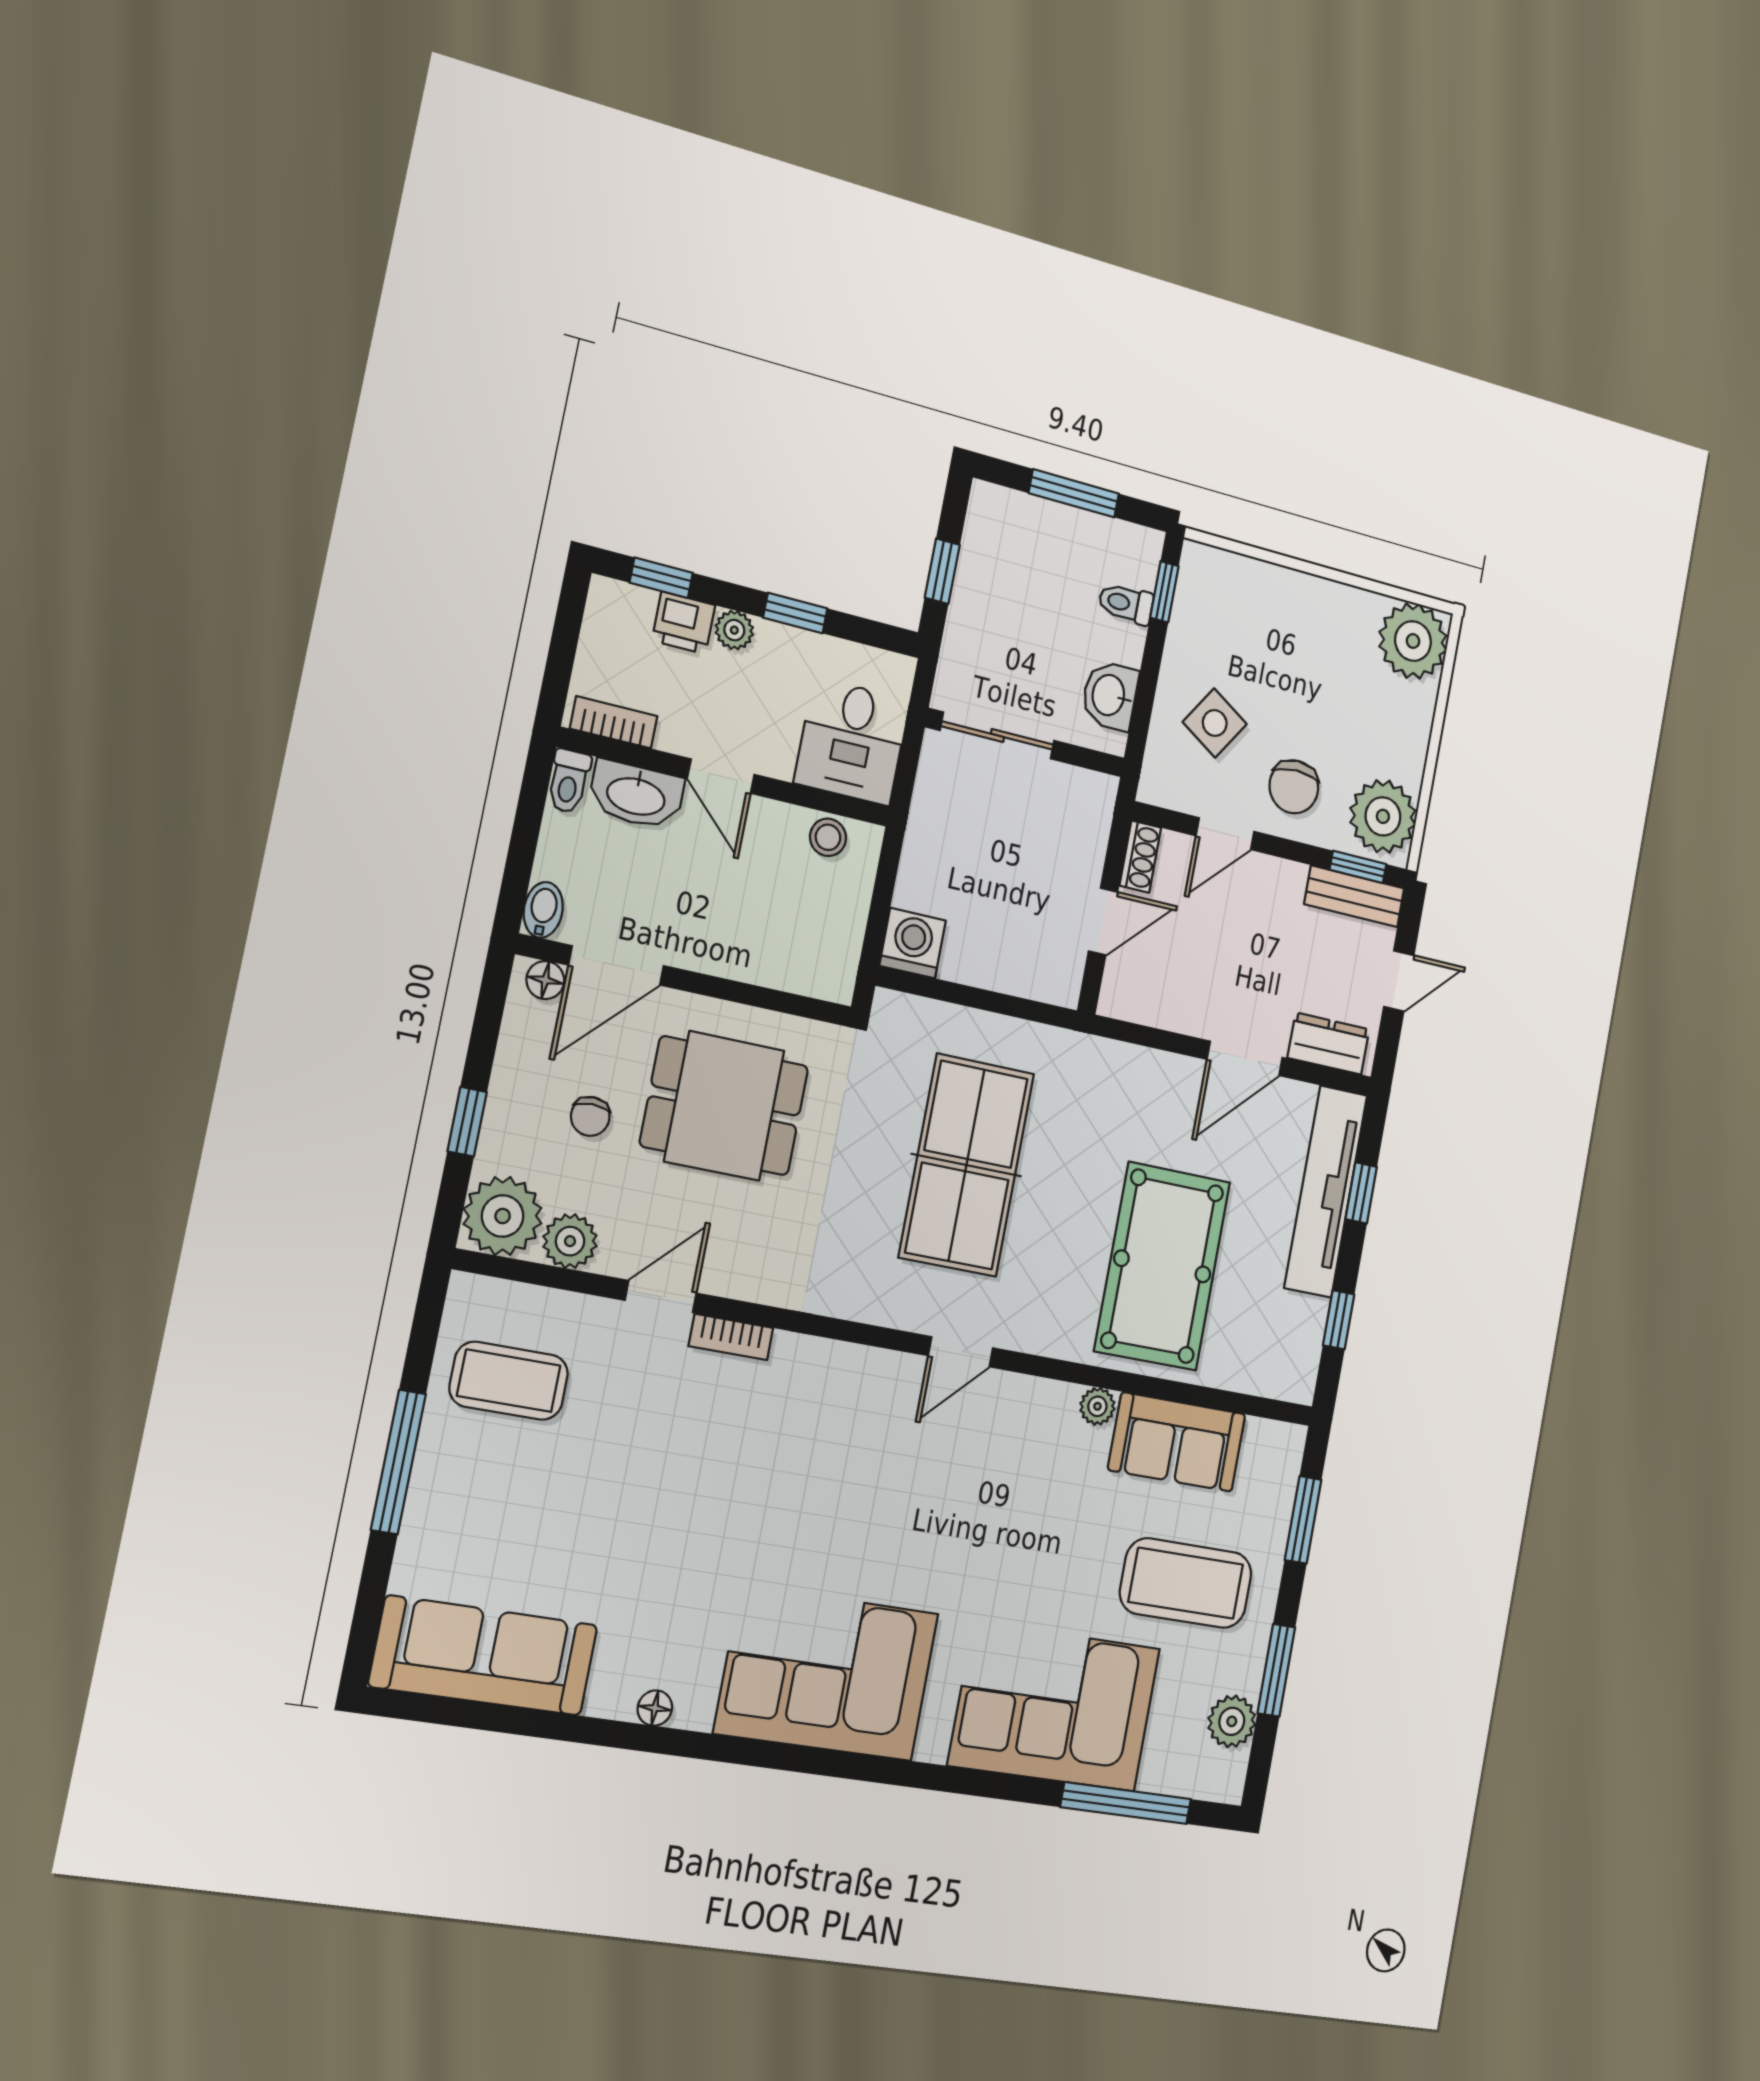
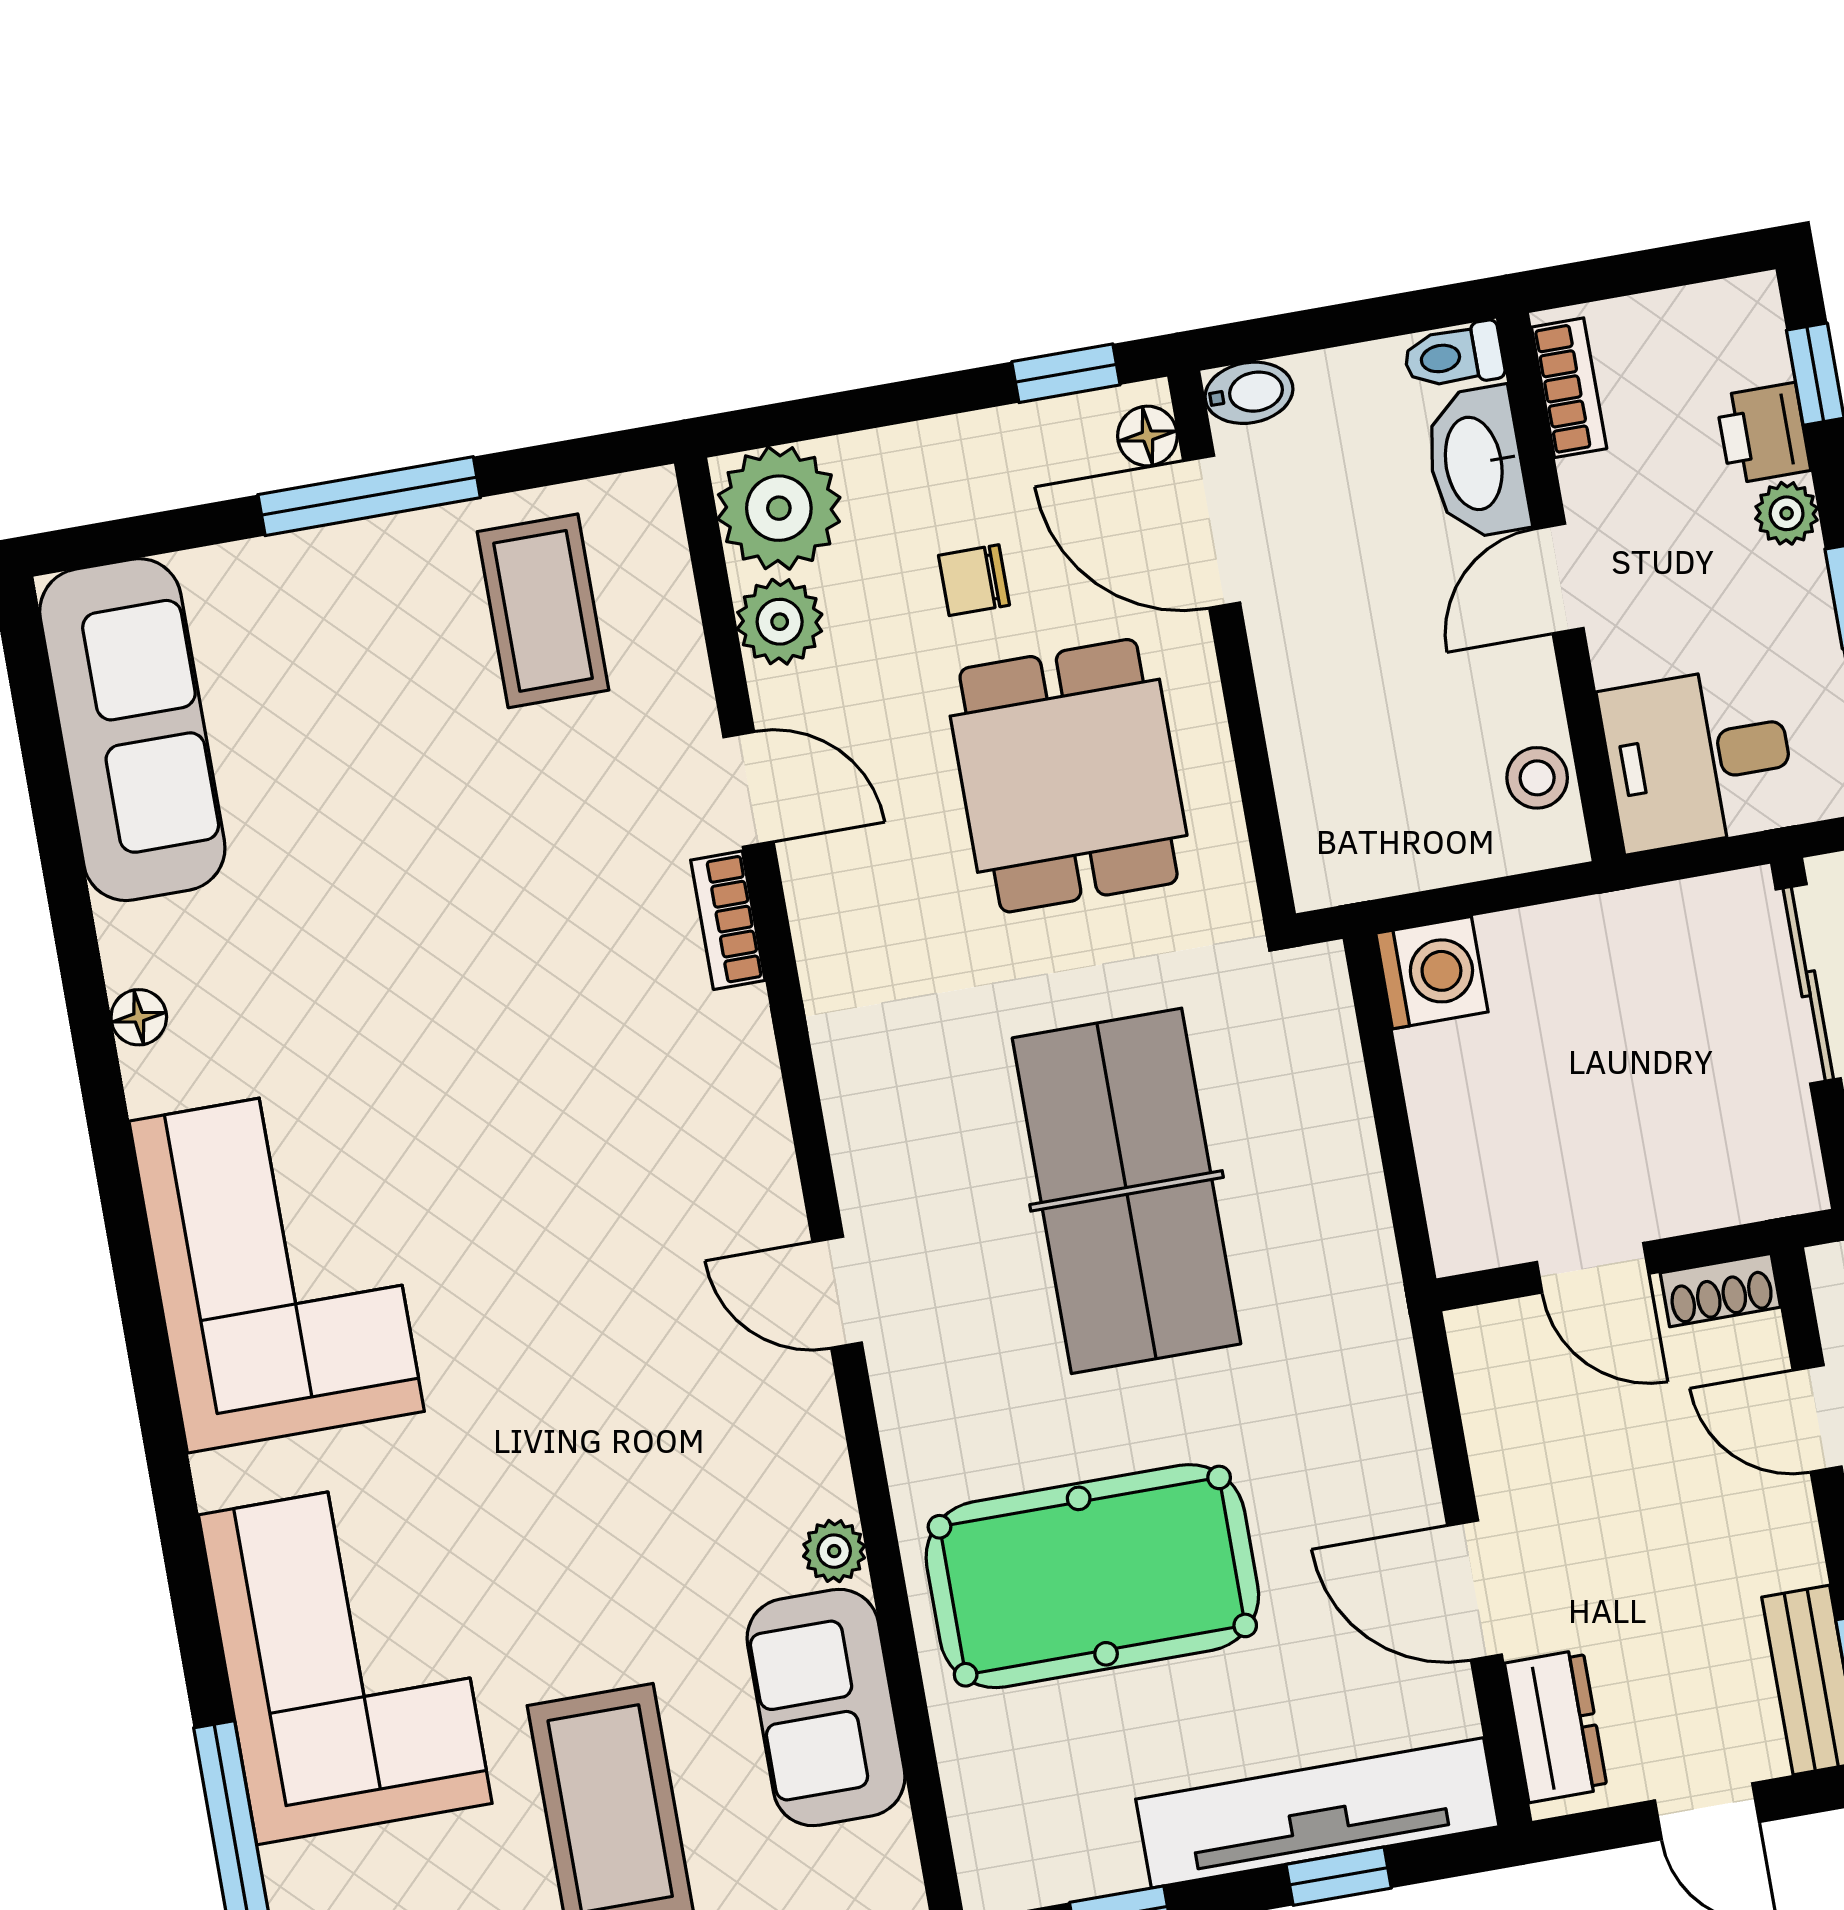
window: (467, 1122) -> (1066, 373), moved
table tennis table: (966, 1165) -> (1127, 1191), turned 90

